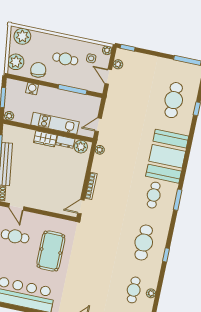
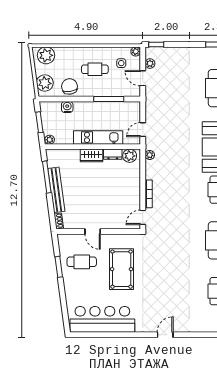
door: (16, 207) -> (93, 231), moved

